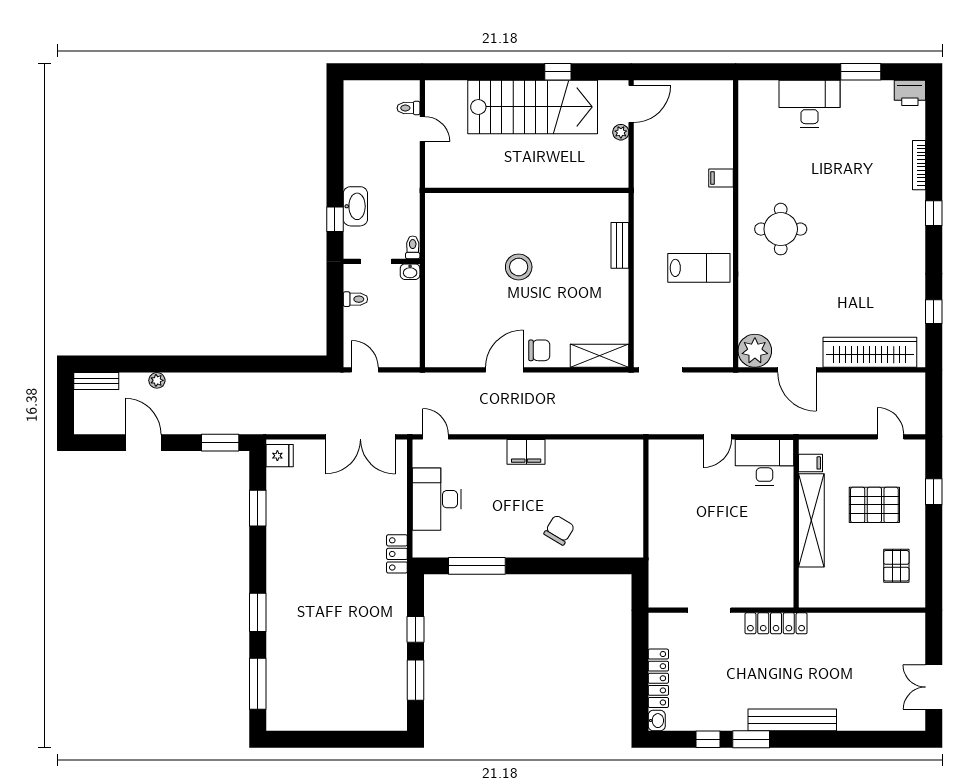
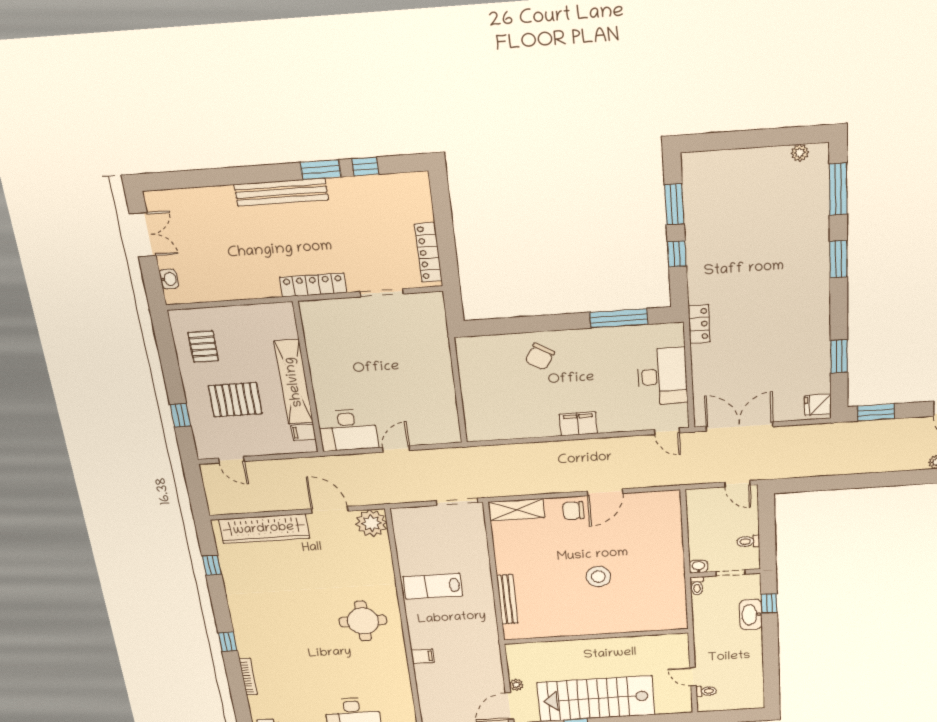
bench: (620, 245) -> (507, 599), width x1.36
locker: (658, 678) -> (428, 252), moved
washbasin: (657, 721) -> (169, 279), moved, turned 180
plant: (294, 722) -> (800, 153), added

